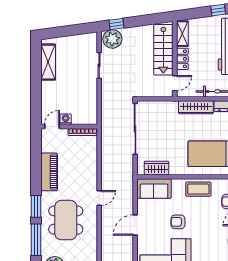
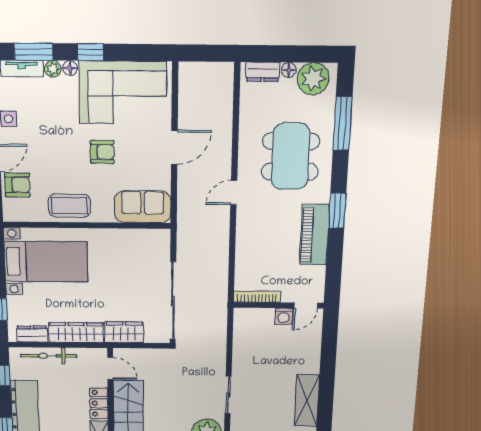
door: (175, 83) -> (110, 368), swing flipped
wardrobe: (156, 168) -> (124, 332), moved, turned 180
window: (36, 206) -> (337, 211), moved

